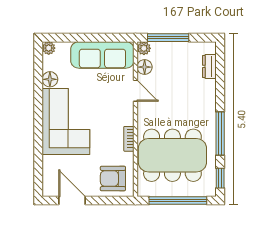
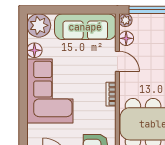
plant: (49, 48) -> (39, 25), width x1.88, depth x1.88
bookcase: (129, 139) -> (111, 94), moved

